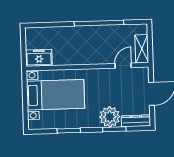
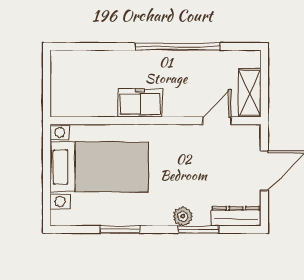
freezer: (39, 58) -> (140, 103), moved
plant: (110, 117) -> (183, 216), width x0.53, depth x0.53

